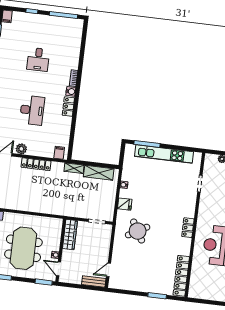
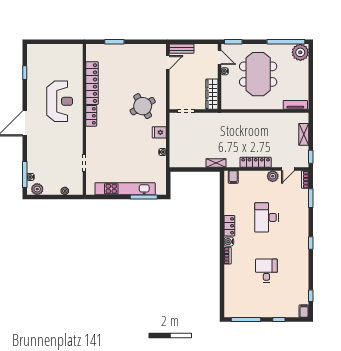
shelving: (99, 173) -> (190, 161), removed
locker: (181, 276) -> (92, 83), moved

